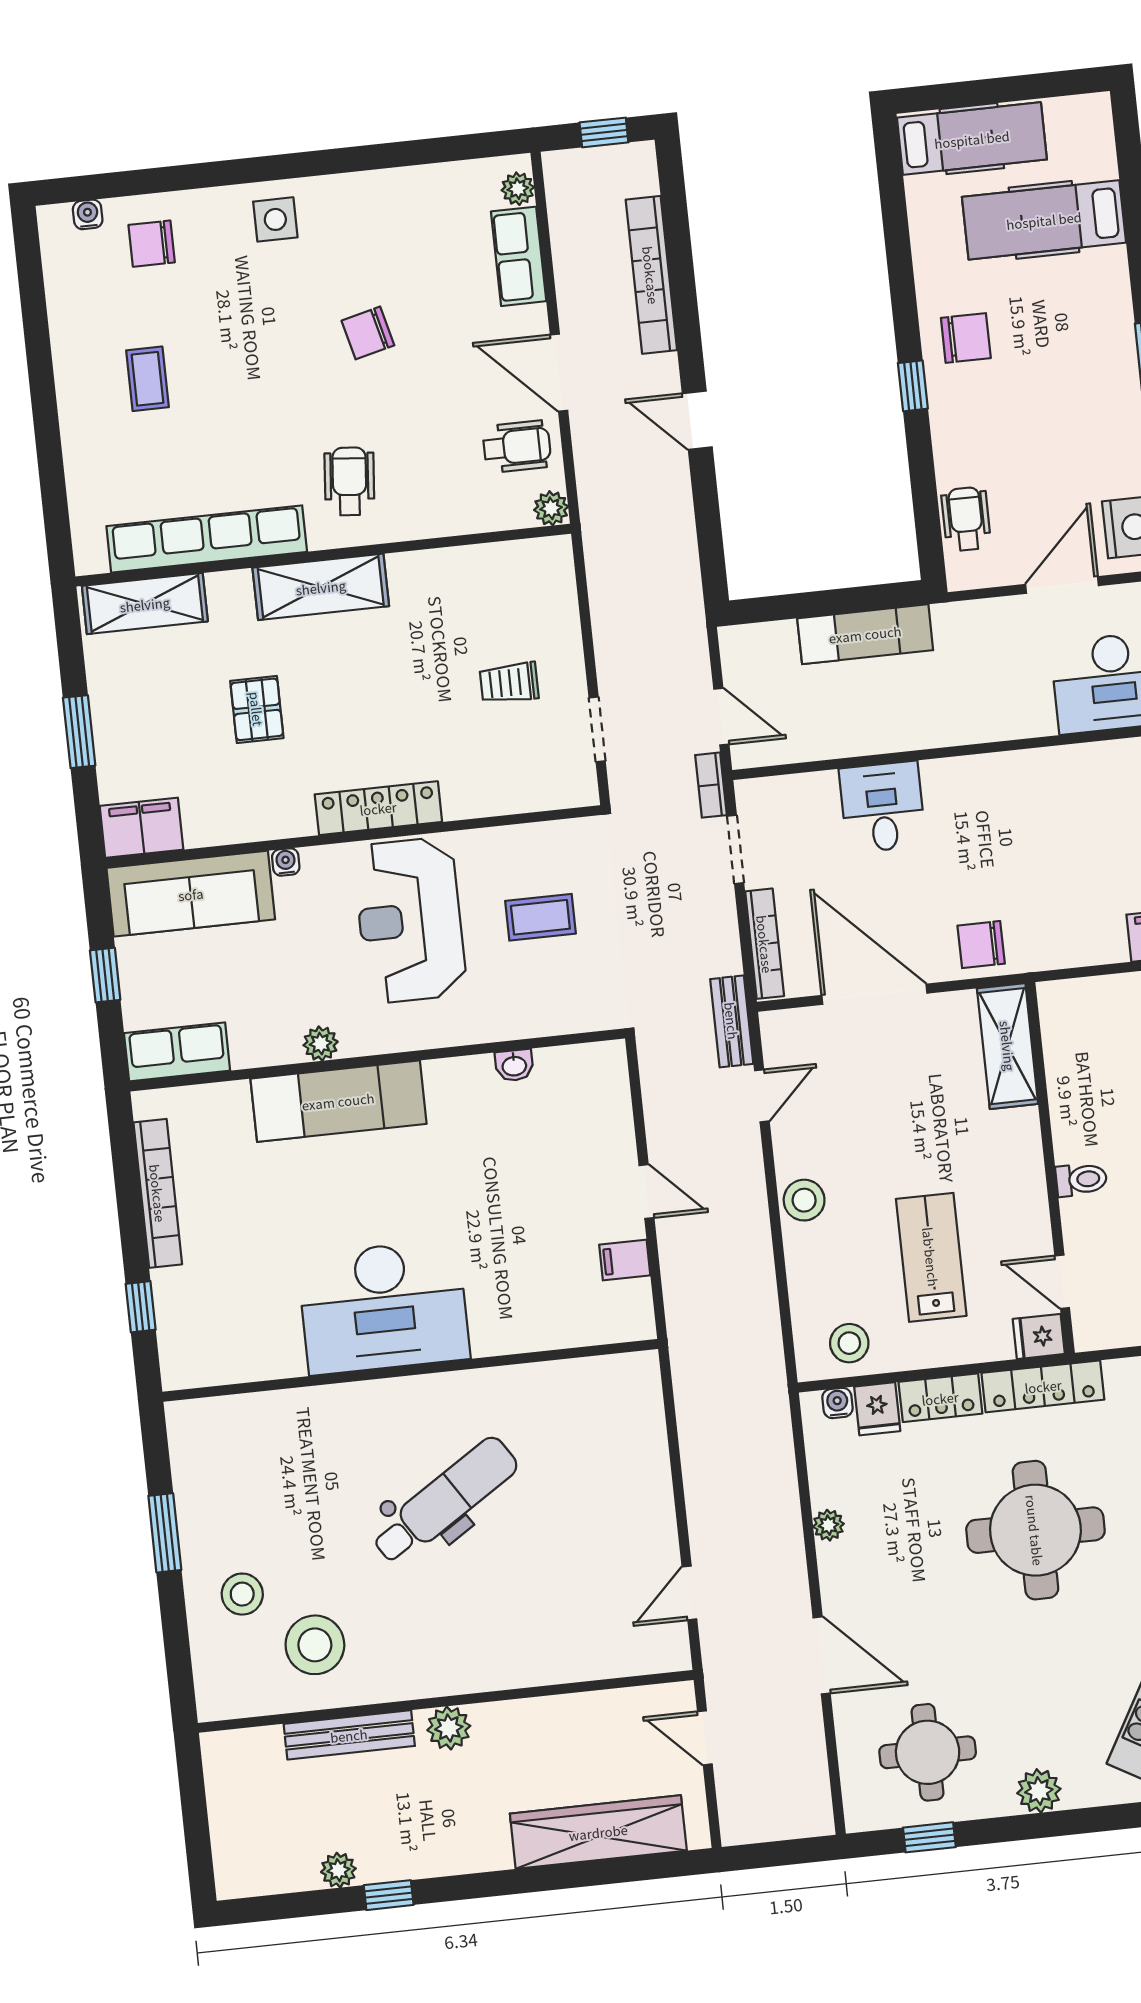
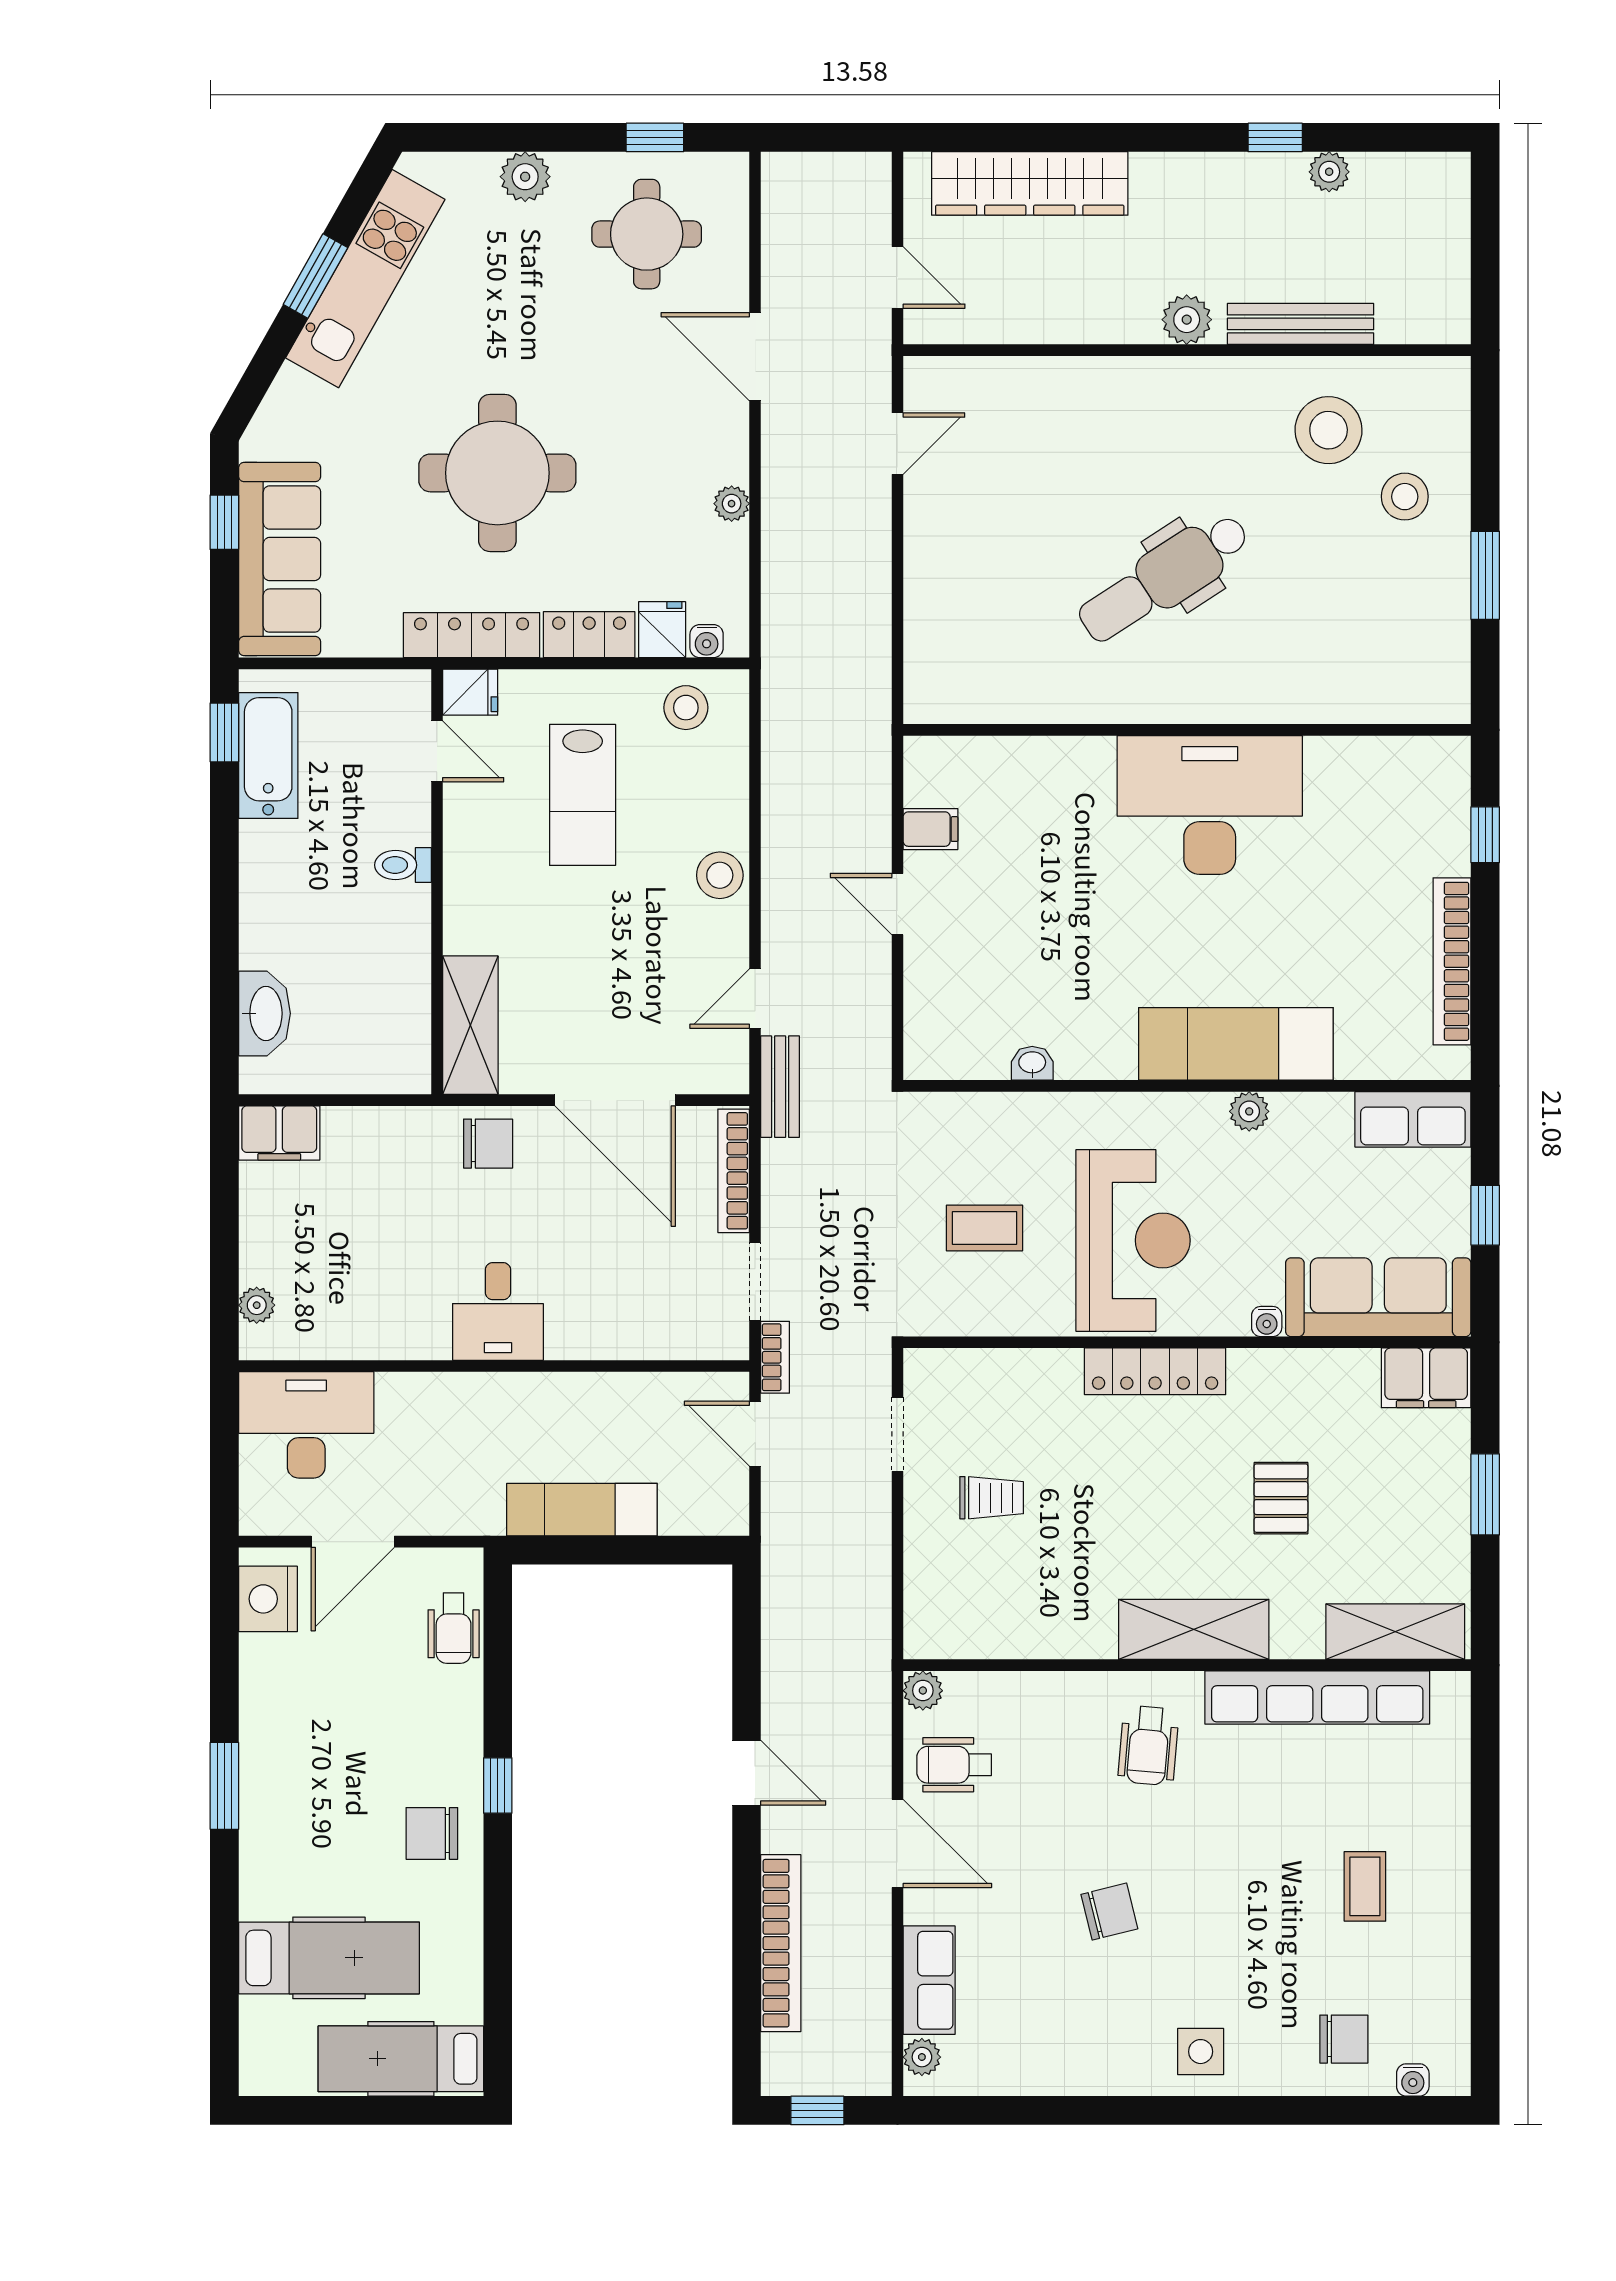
desk: (882, 807) -> (498, 1311), moved

